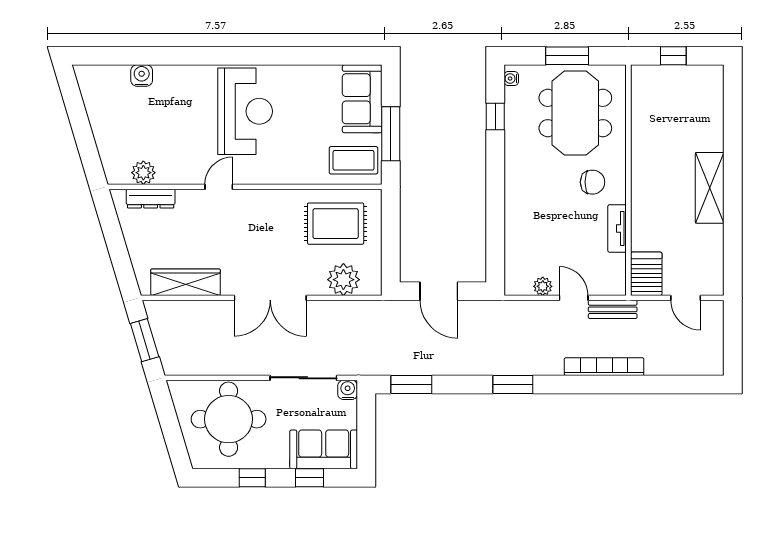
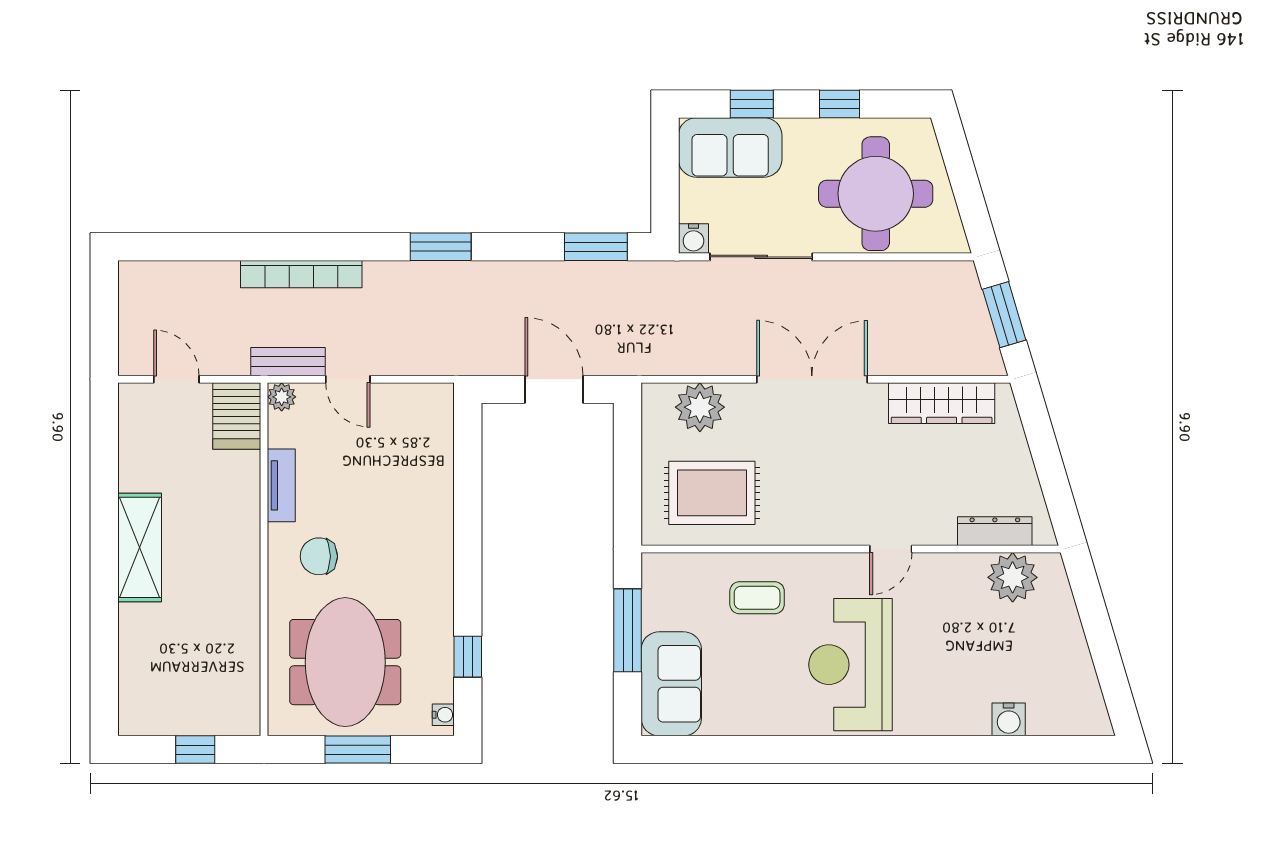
coffee table: (354, 160) -> (757, 598), moved, width x0.73, depth x0.77
plant: (143, 173) -> (1013, 577), width x1.36, depth x1.36
plant: (543, 286) -> (282, 397), moved

